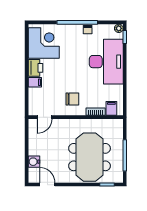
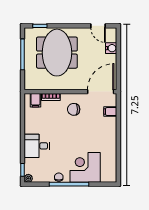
corner desk: (44, 43) -> (85, 167), moved, turned 90
desk: (106, 62) -> (37, 146), width x0.53, depth x0.77
printer: (35, 68) -> (110, 140), removed
filing cabinet: (35, 82) -> (110, 112), moved
door: (45, 117) -> (101, 92), width x1.88

